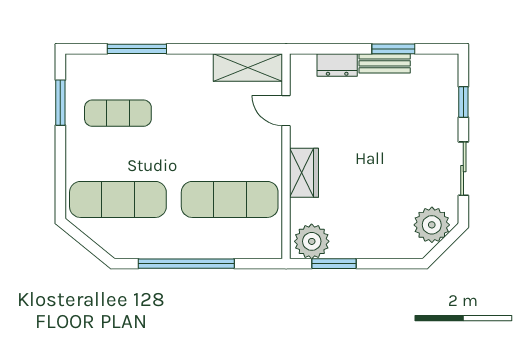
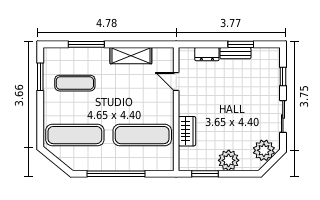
shelving: (248, 68) -> (131, 56), moved
wardrobe: (304, 173) -> (187, 131), moved
plant: (312, 241) -> (229, 160), moved

